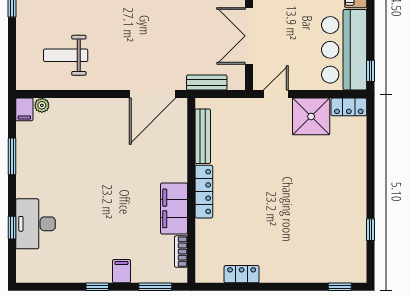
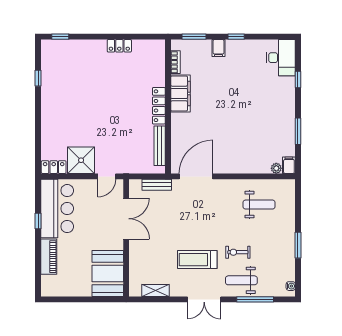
window: (370, 71) -> (38, 221), moved
desk: (35, 224) -> (281, 58), moved
locker: (242, 274) -> (119, 46), moved

